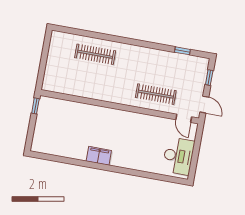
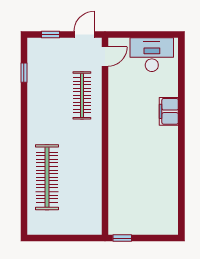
clothes rail: (95, 54) -> (47, 177), width x1.37, depth x1.31
filing cabinet: (99, 156) -> (169, 111), moved

